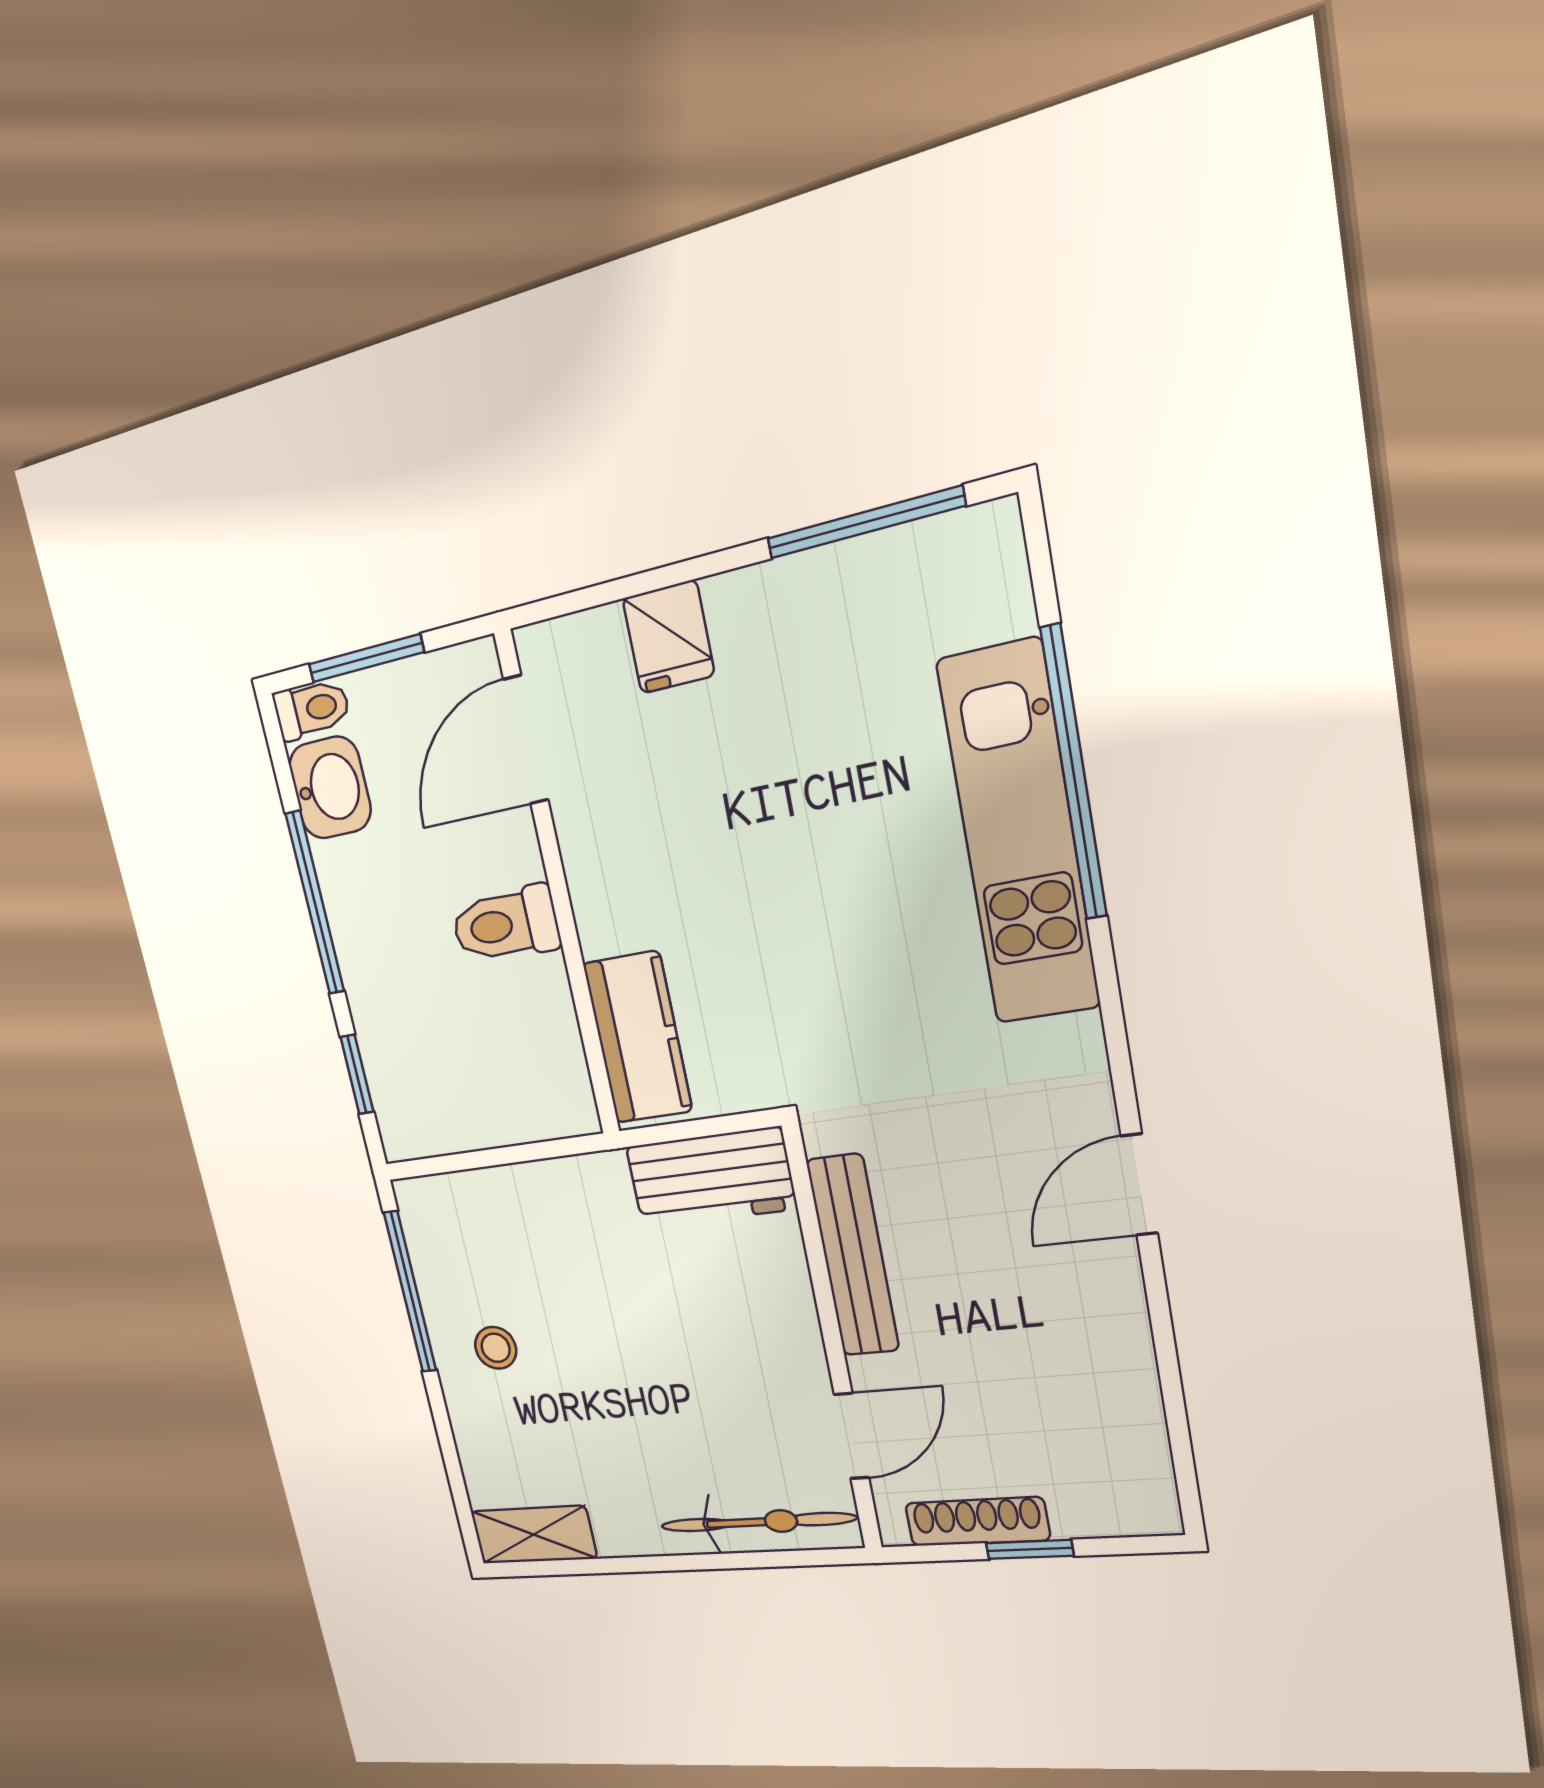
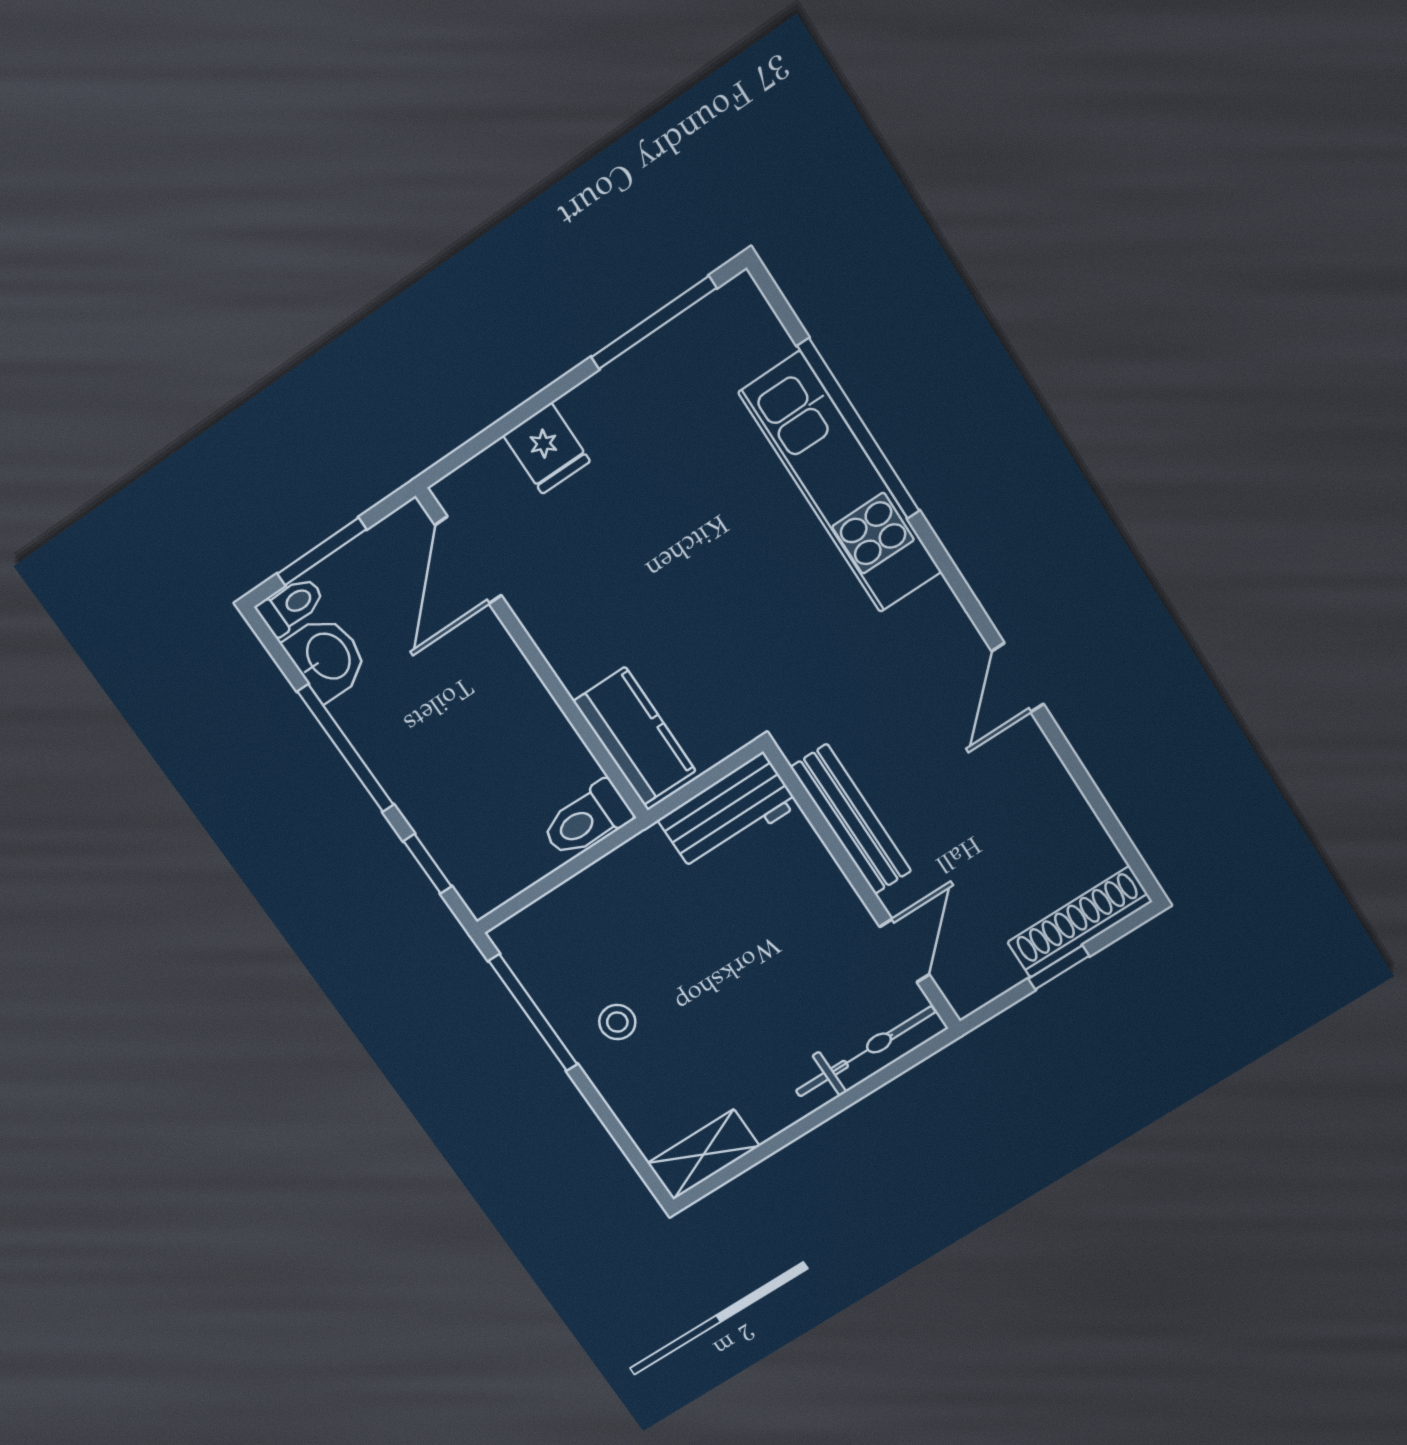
toilet: (505, 925) -> (587, 820), moved
shoe rack: (977, 1522) -> (1080, 922), moved, width x1.36, depth x1.24

